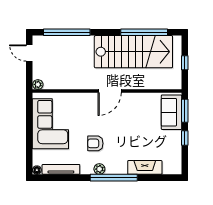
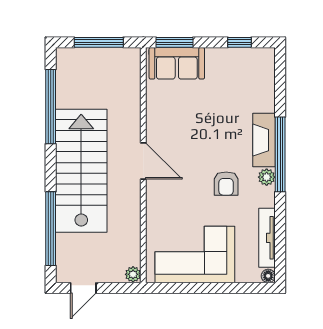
stairs: (133, 52) -> (81, 171), moved
window: (185, 63) -> (99, 42), width x2.17
window: (185, 138) -> (239, 42), moved
fireplace: (145, 167) -> (264, 140), moved

